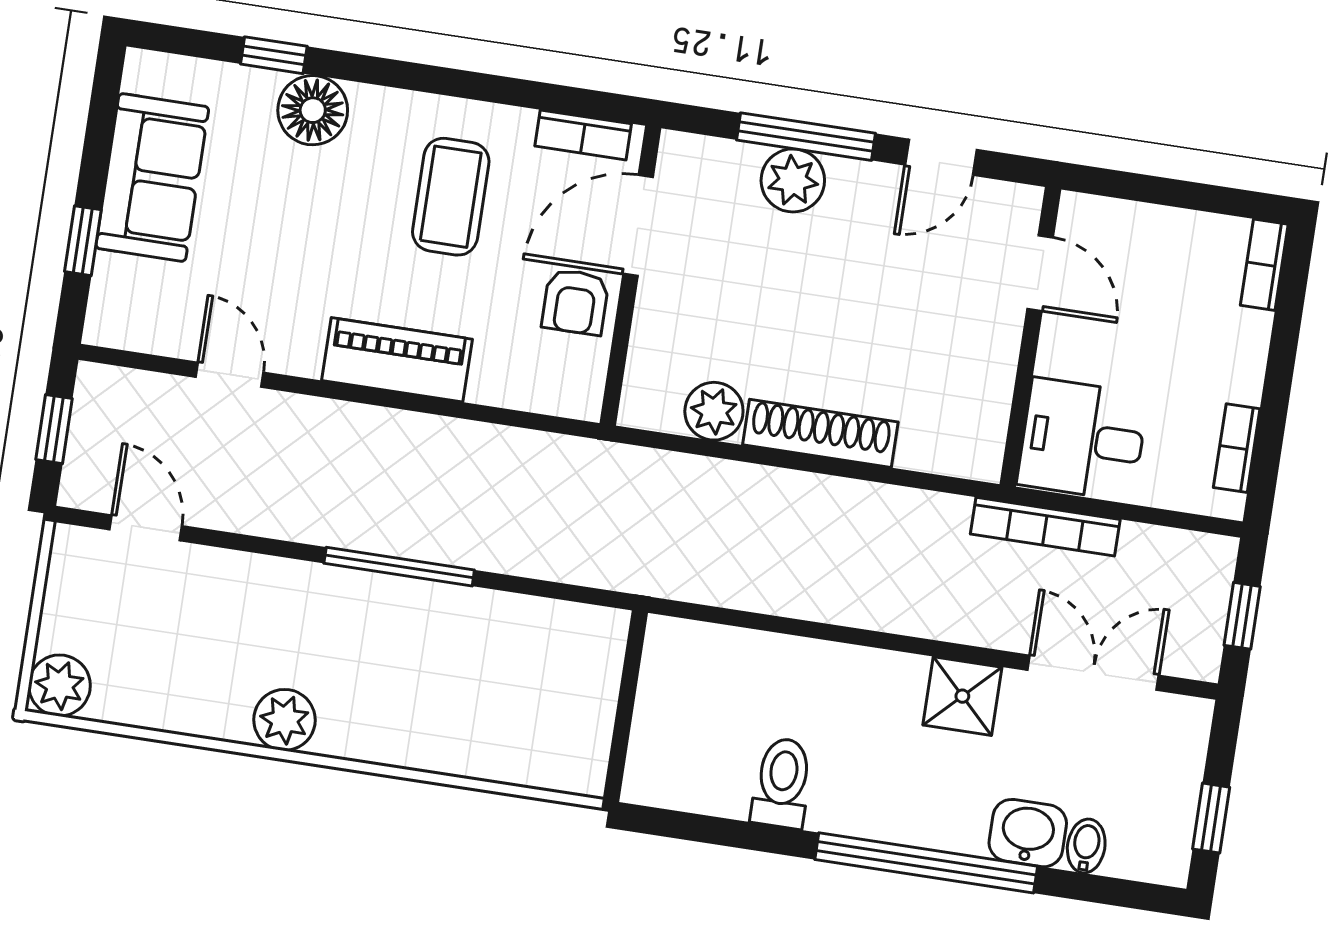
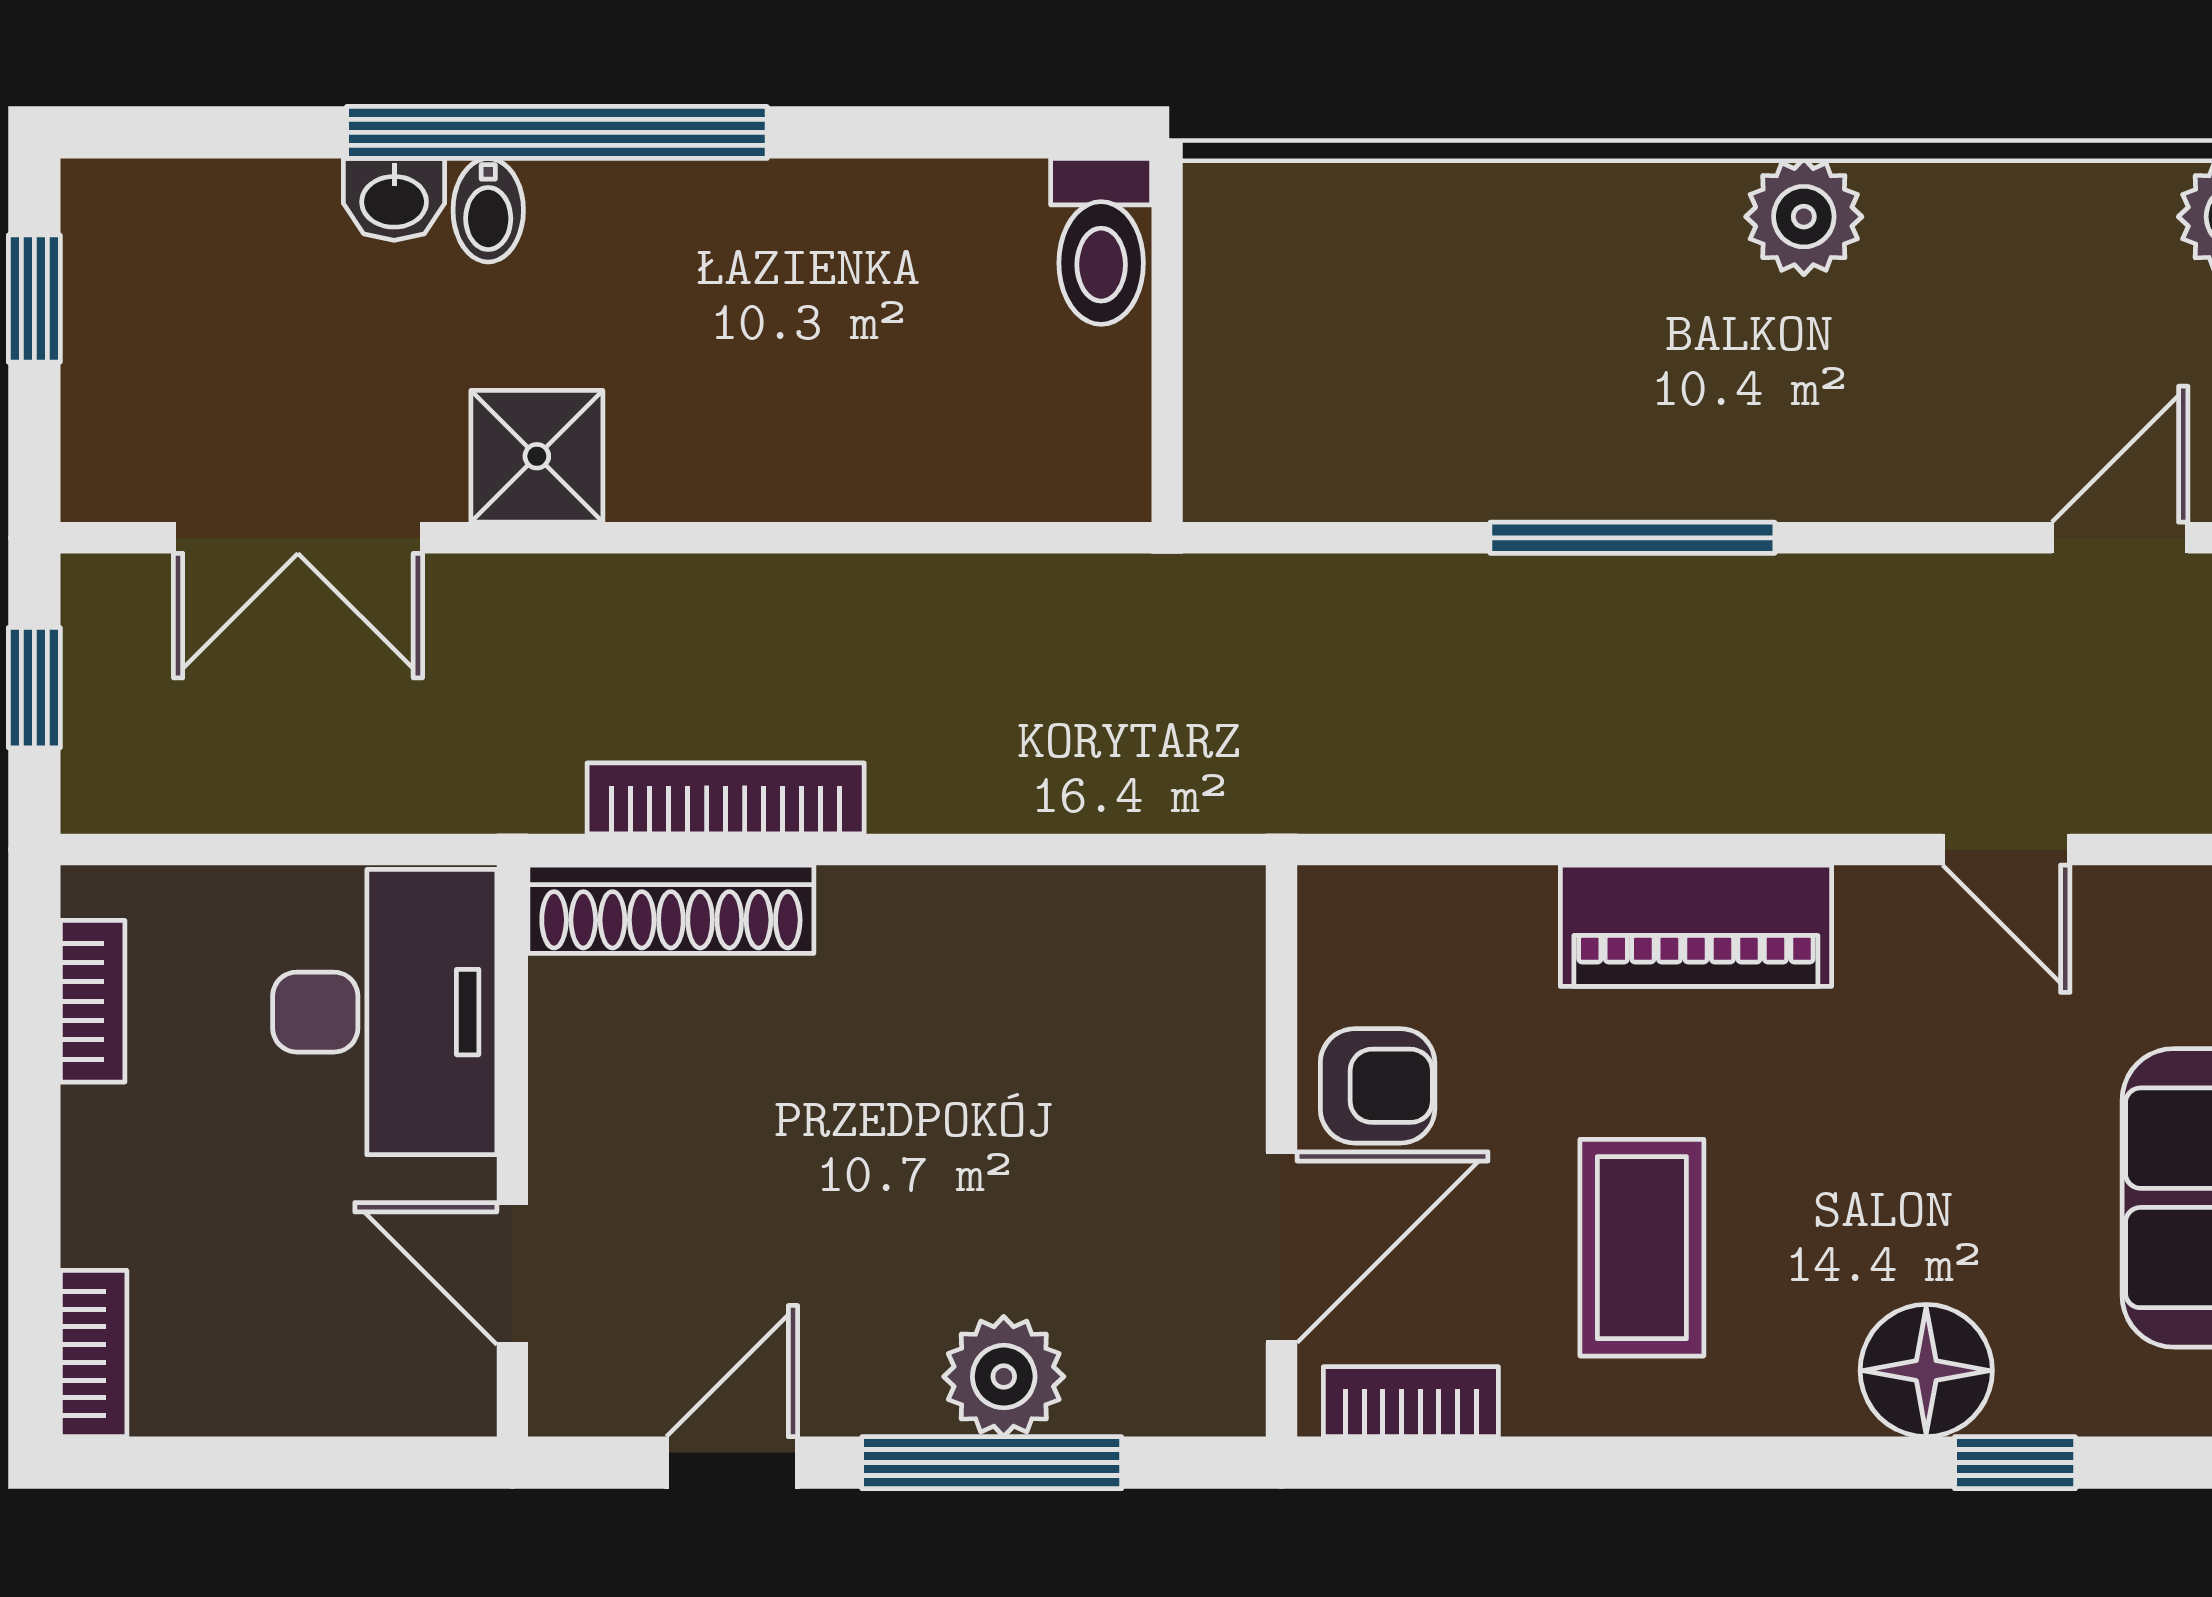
armchair: (575, 302) -> (1378, 1086), turned 90
plant: (714, 411) -> (1086, 920), removed
shoe rack: (820, 433) -> (671, 909), moved
desk: (1083, 439) -> (385, 1012), width x1.37
bookcase: (1045, 527) -> (726, 798), moved
door: (146, 528) -> (2120, 538), swing flipped
toilet: (782, 783) -> (1101, 241), moved
washbasin: (1028, 833) -> (394, 199), width x0.72, depth x0.69
bidet: (1086, 846) -> (488, 210), moved

